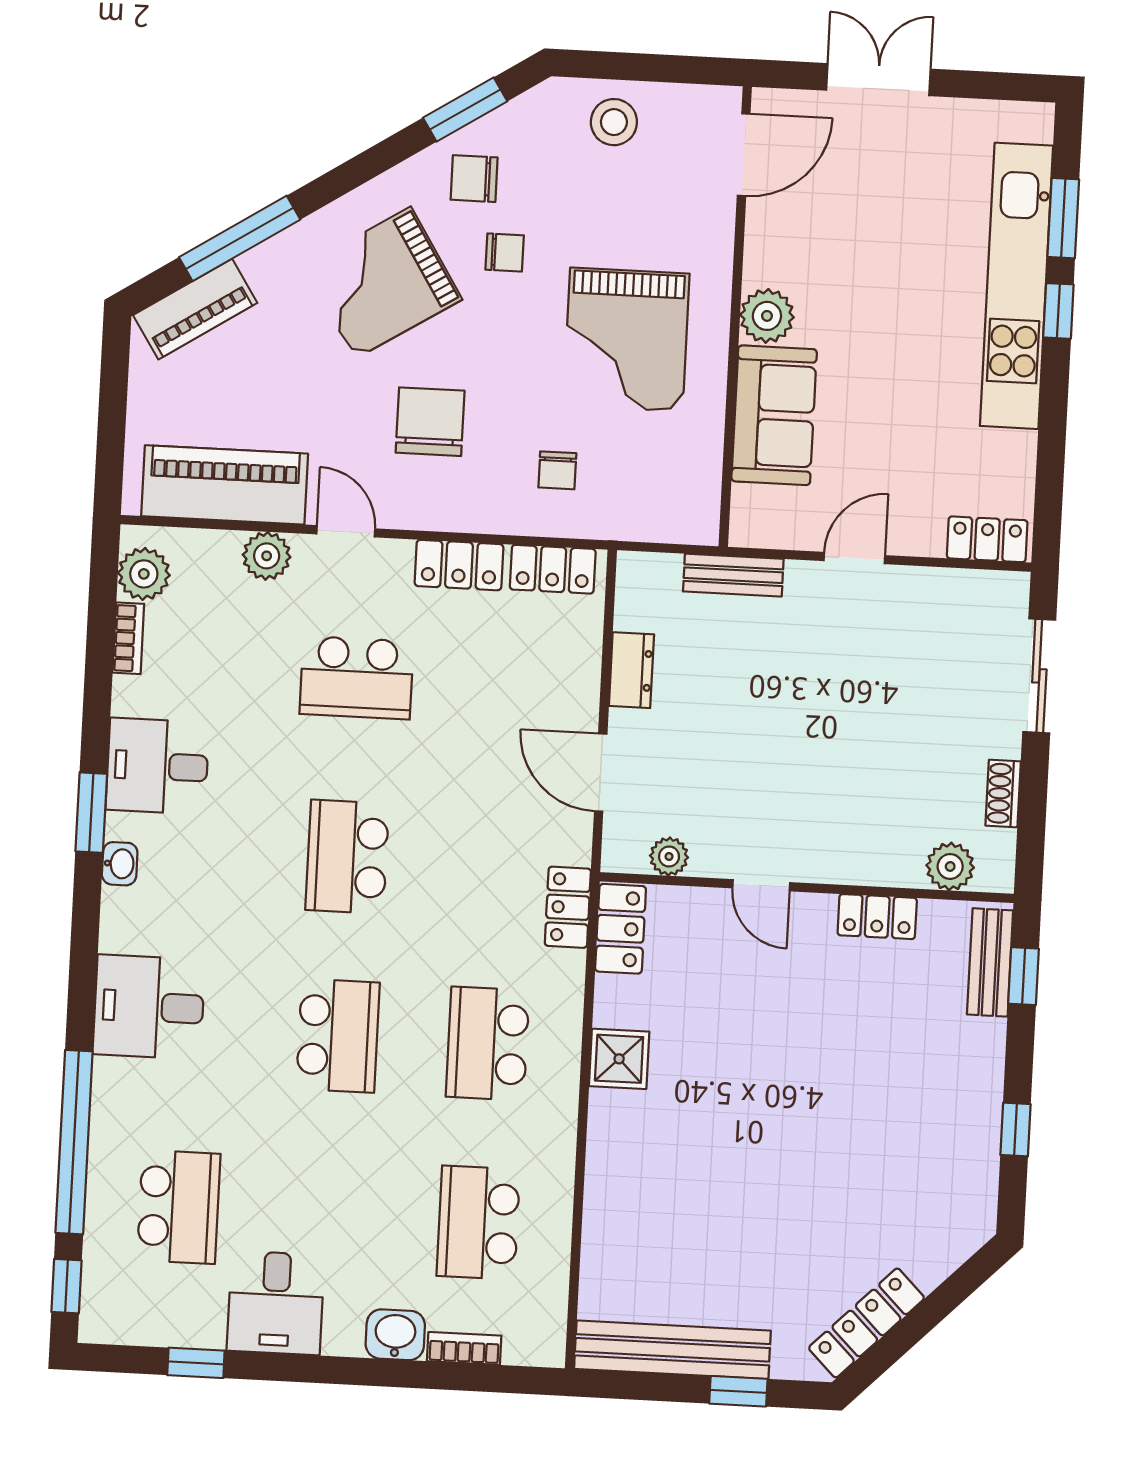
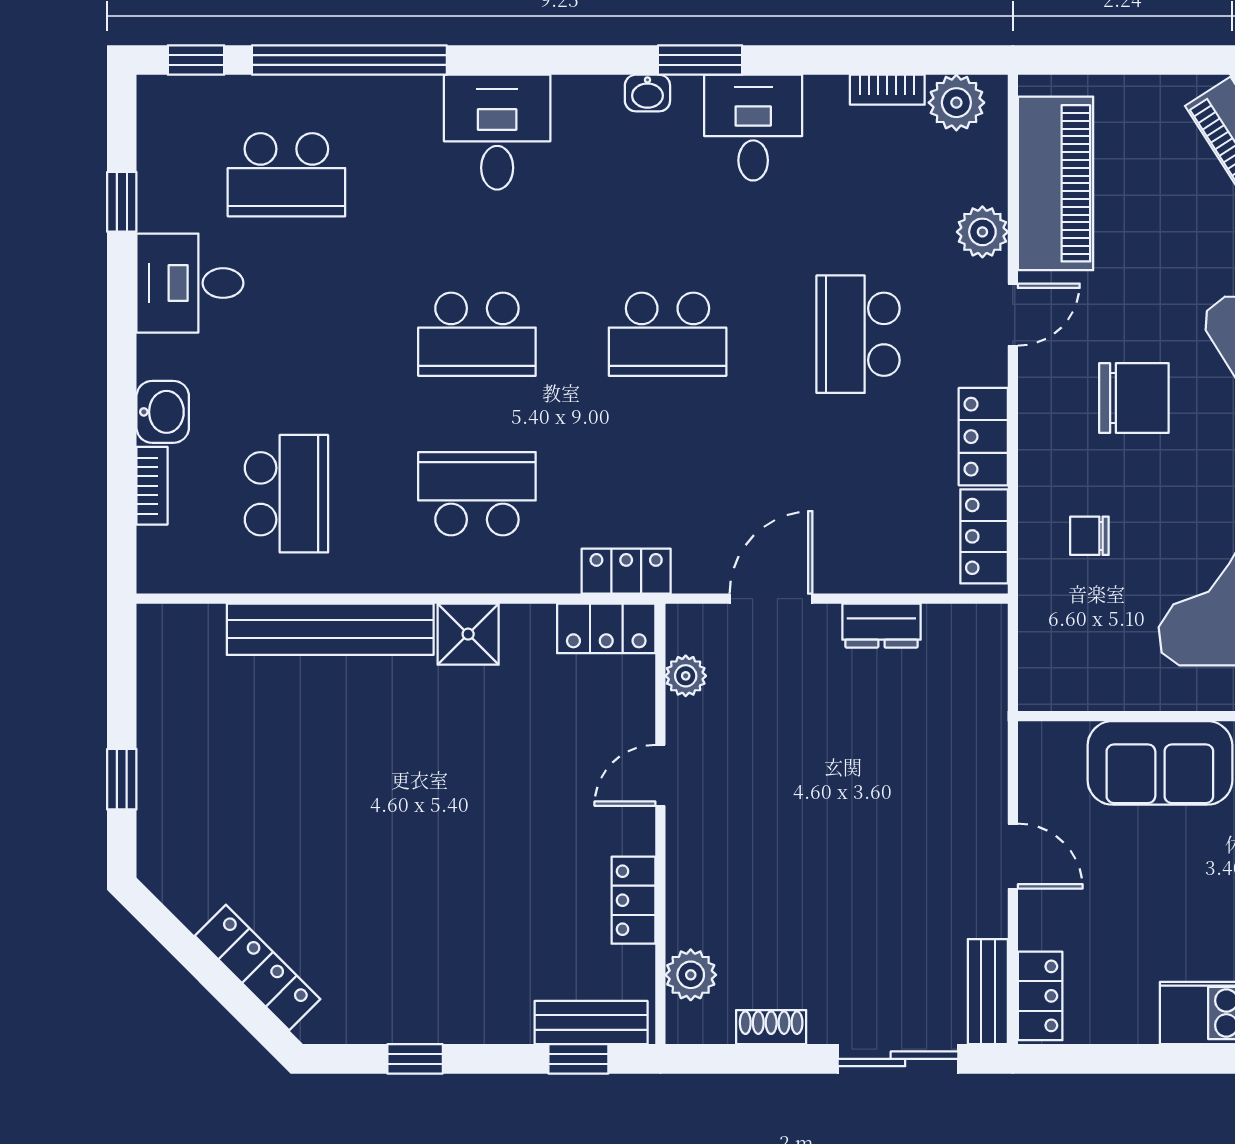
bench: (733, 575) -> (988, 992), moved
school desk: (347, 857) -> (668, 334), turned 180
school desk: (478, 1223) -> (286, 494), turned 90
locker: (867, 1323) -> (258, 967), moved
bench: (672, 1350) -> (330, 629), moved, turned 90

